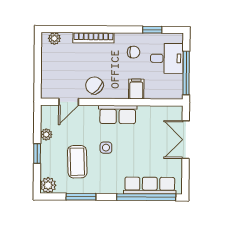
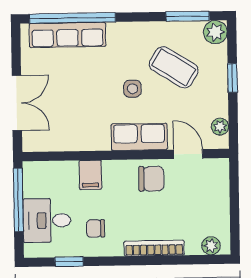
chair: (94, 85) -> (151, 179), turned -42
door: (69, 102) -> (188, 154), hinge flipped
row of seats: (118, 114) -> (139, 137), moved
plant: (46, 134) -> (220, 127), moved
coffee table: (77, 162) -> (174, 67), turned -56
window: (81, 197) -> (188, 16), moved

